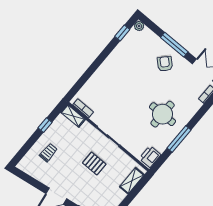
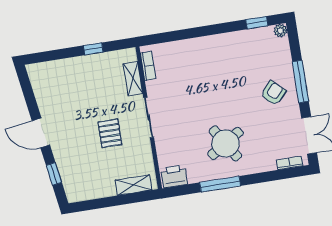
round table: (163, 114) -> (225, 143), turned -32
shelving: (73, 116) -> (133, 79), moved
trolley: (48, 153) -> (72, 81), removed

